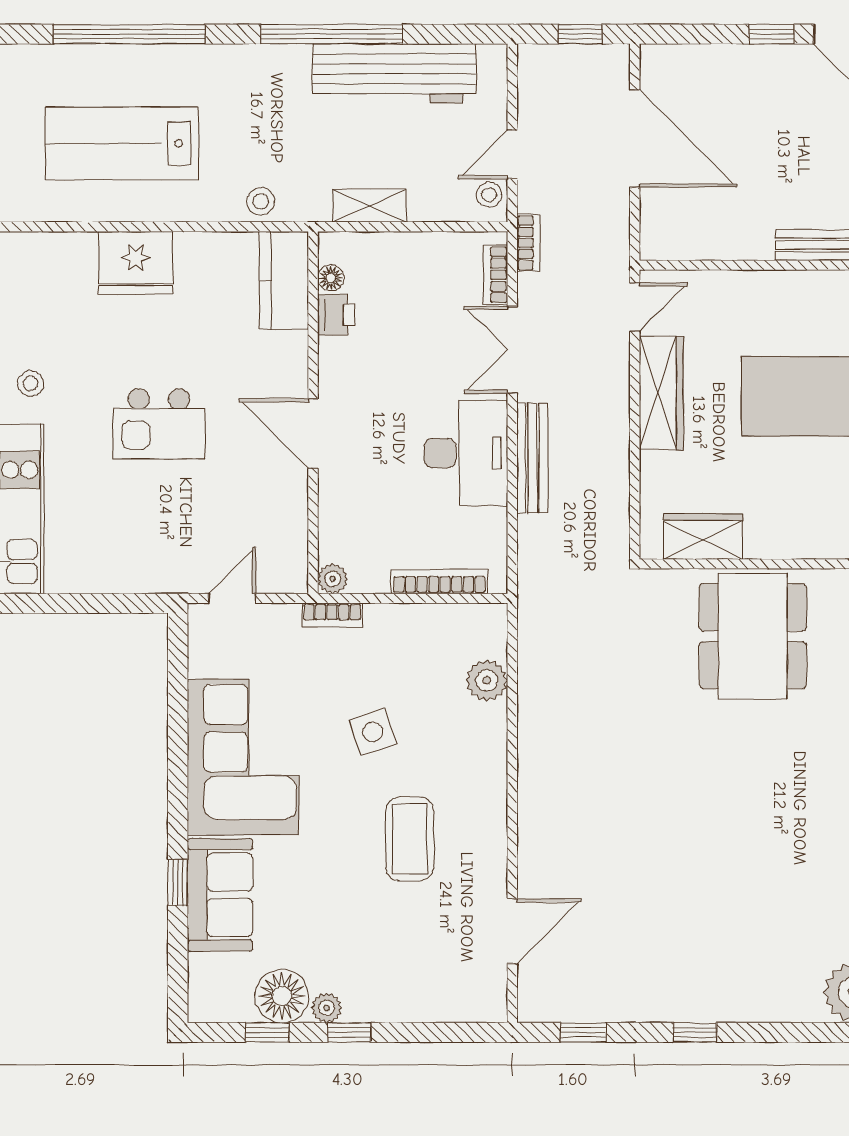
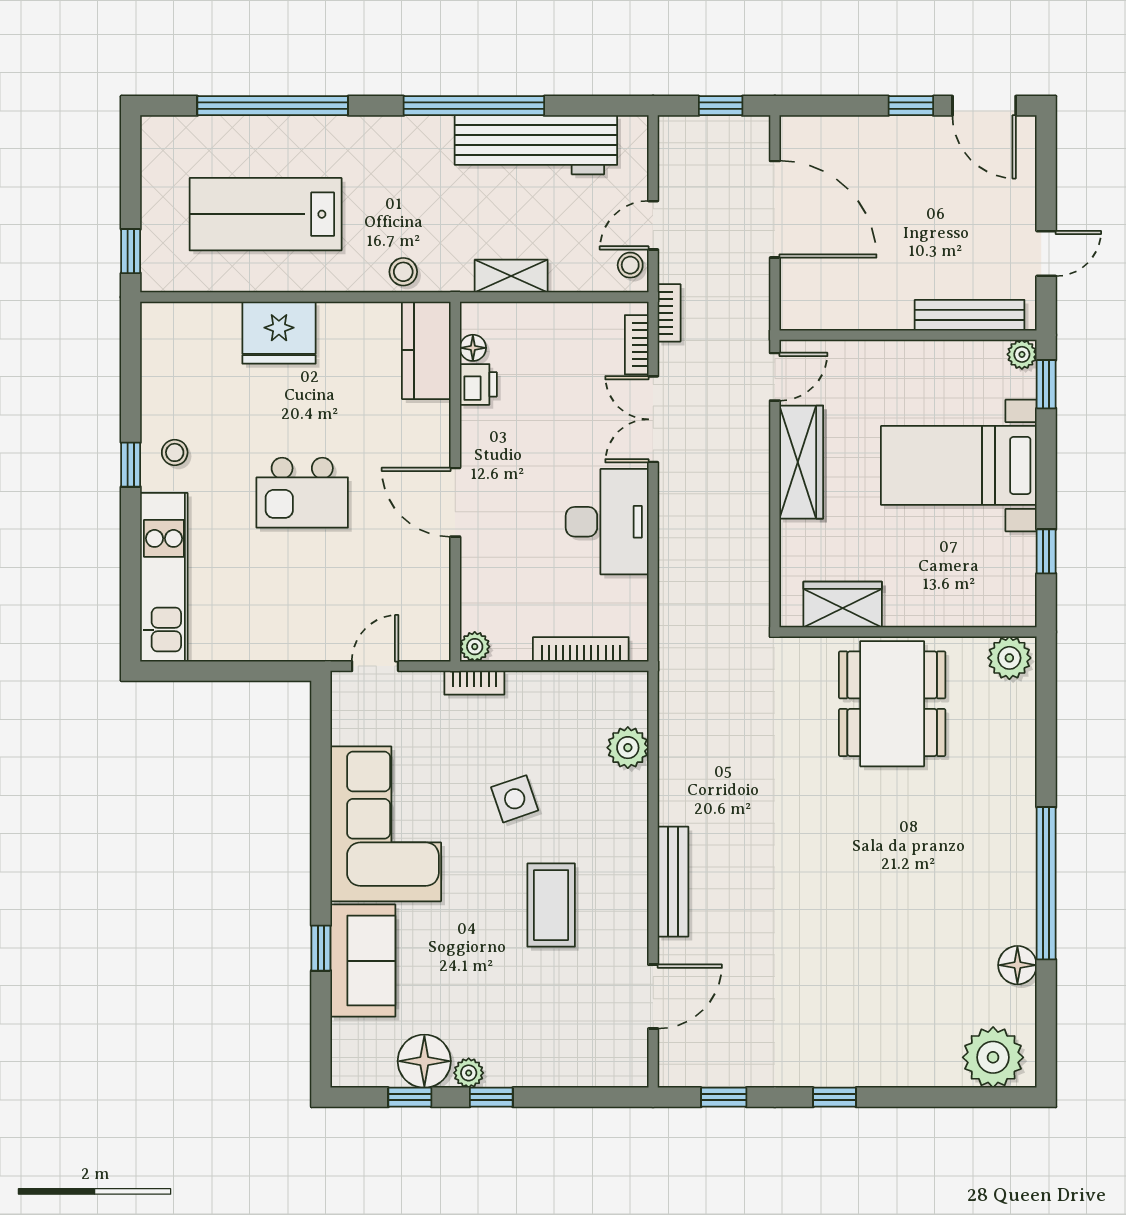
bench: (532, 458) -> (673, 882), moved

